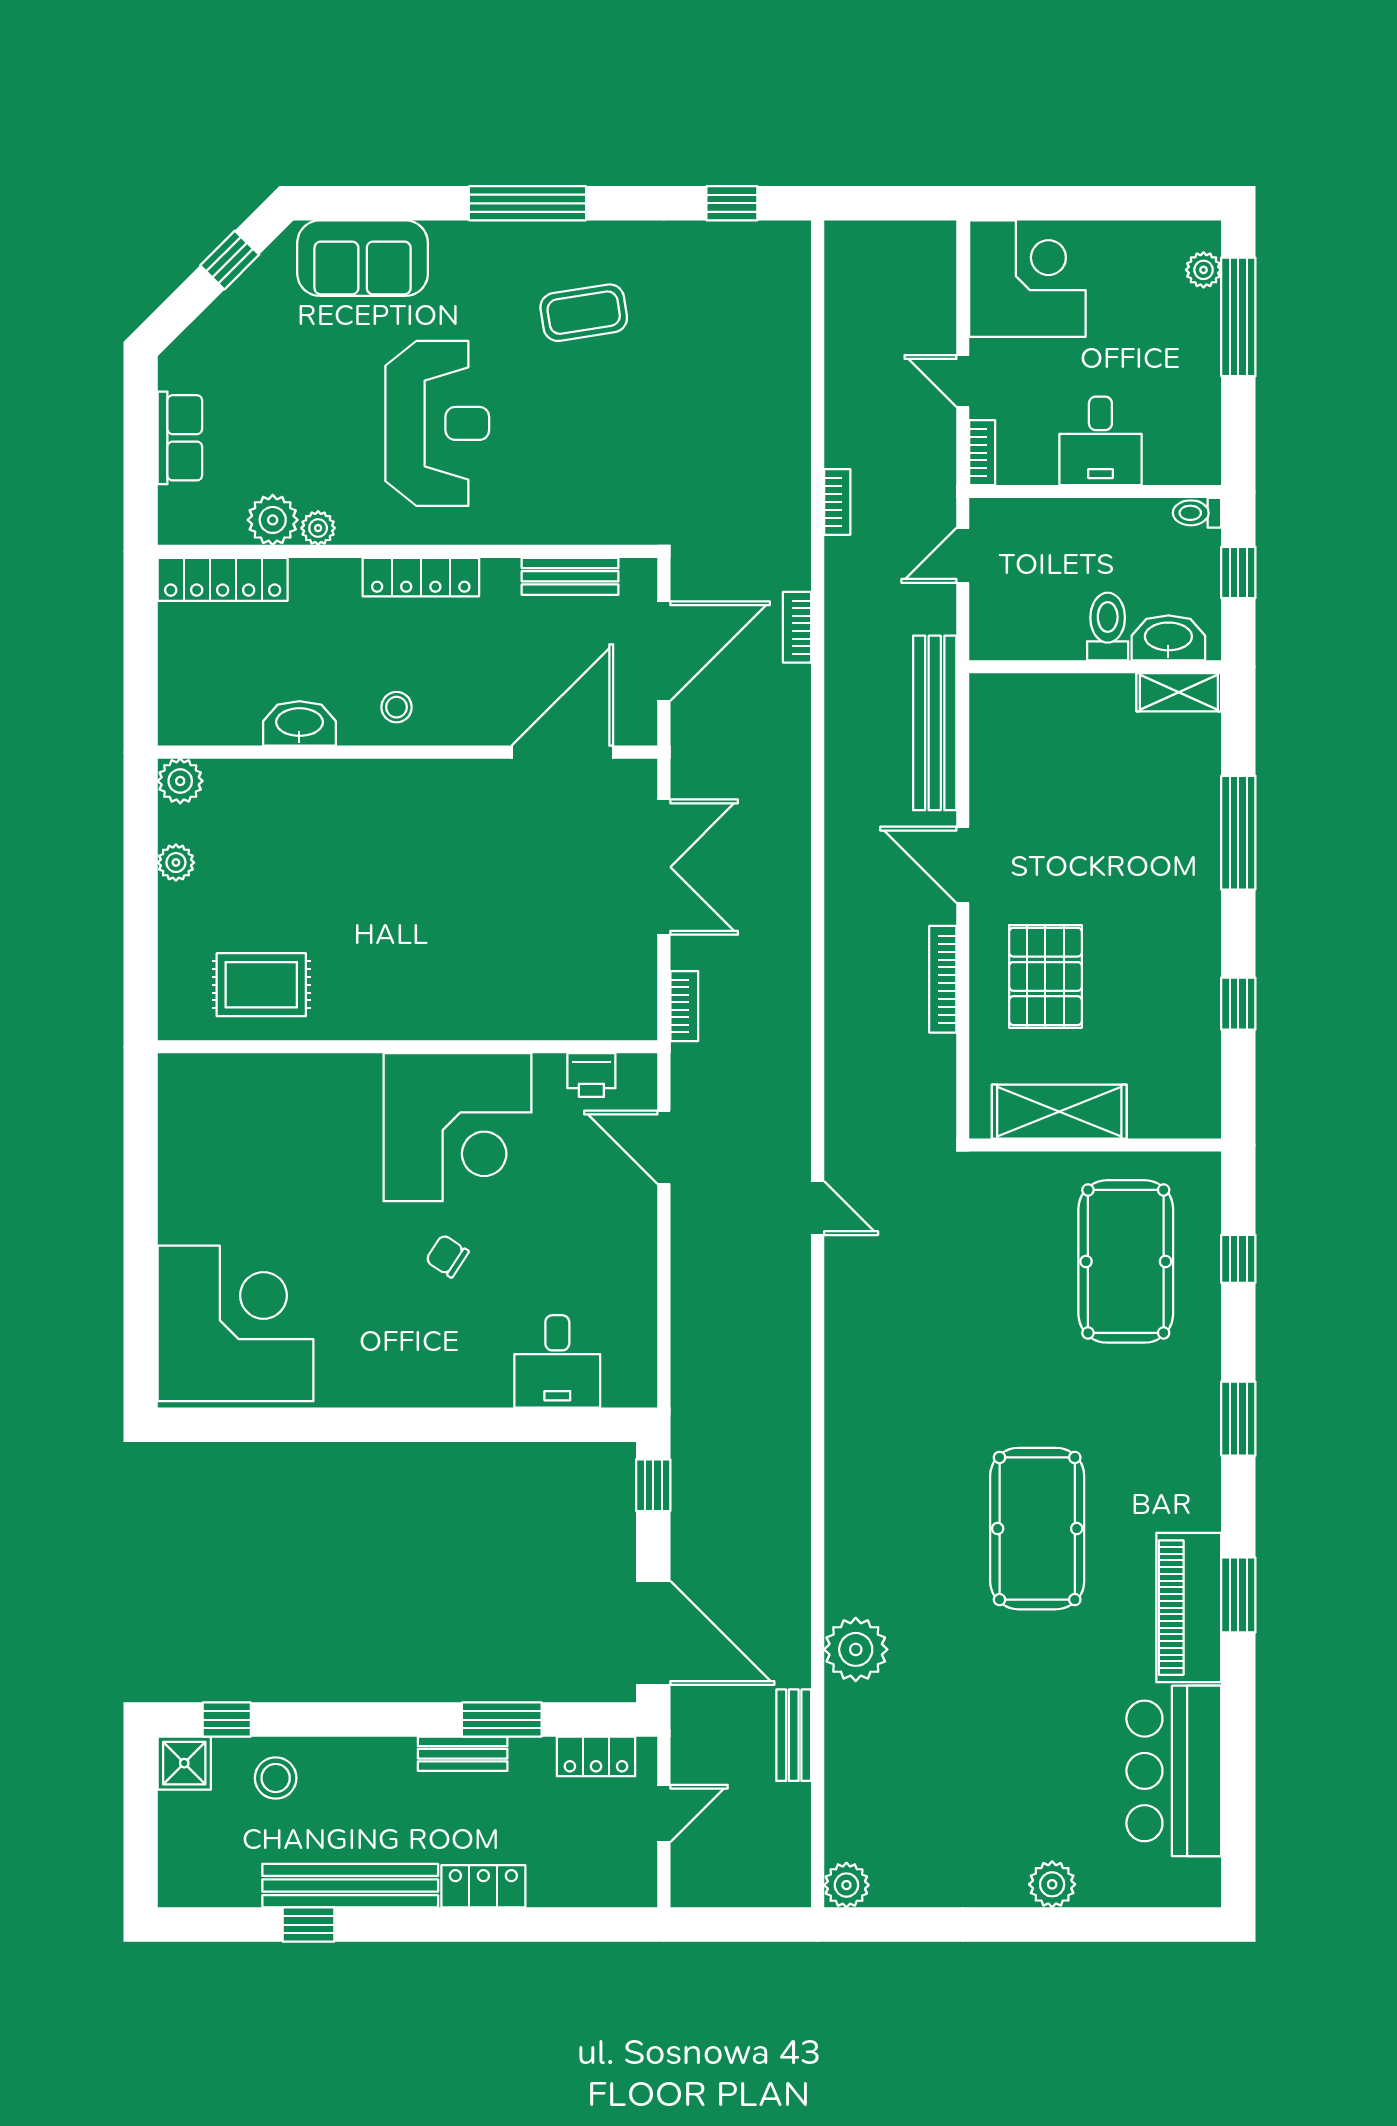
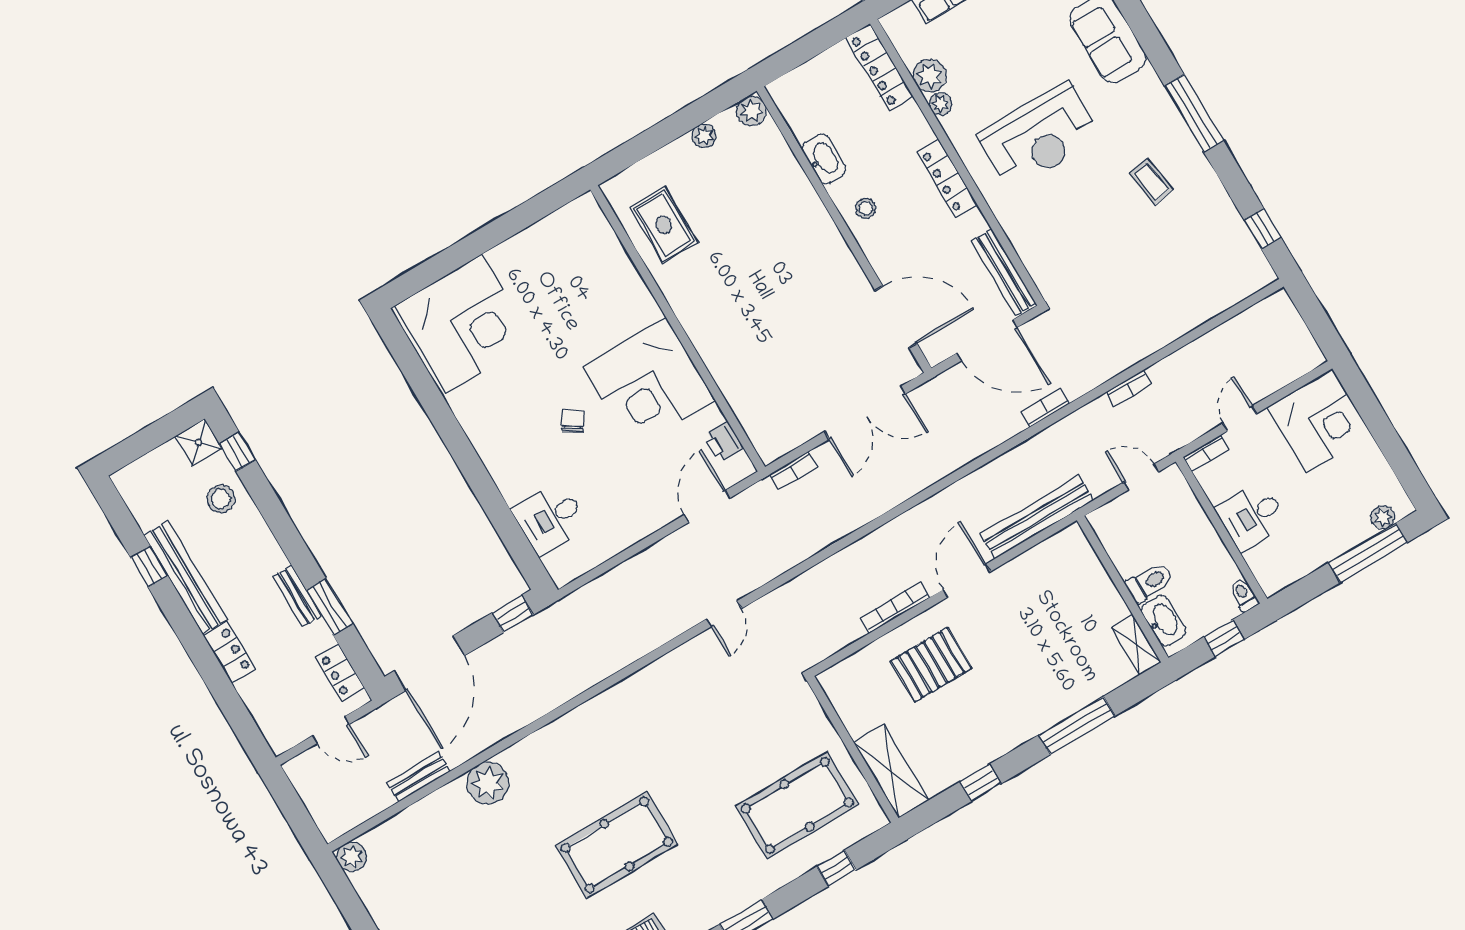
coffee table: (584, 313) -> (1151, 182), width x0.73, depth x0.77
bench: (570, 576) -> (1004, 272), width x1.36
shelving: (1059, 1112) -> (891, 771), moved

